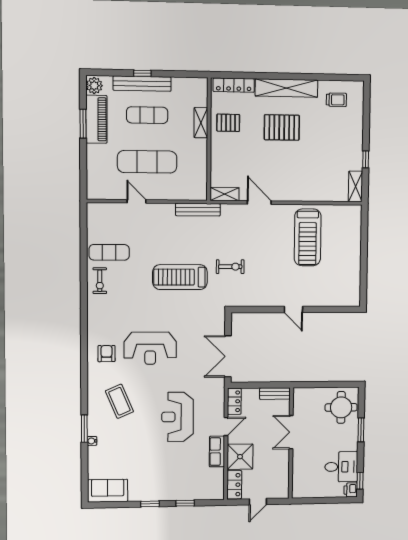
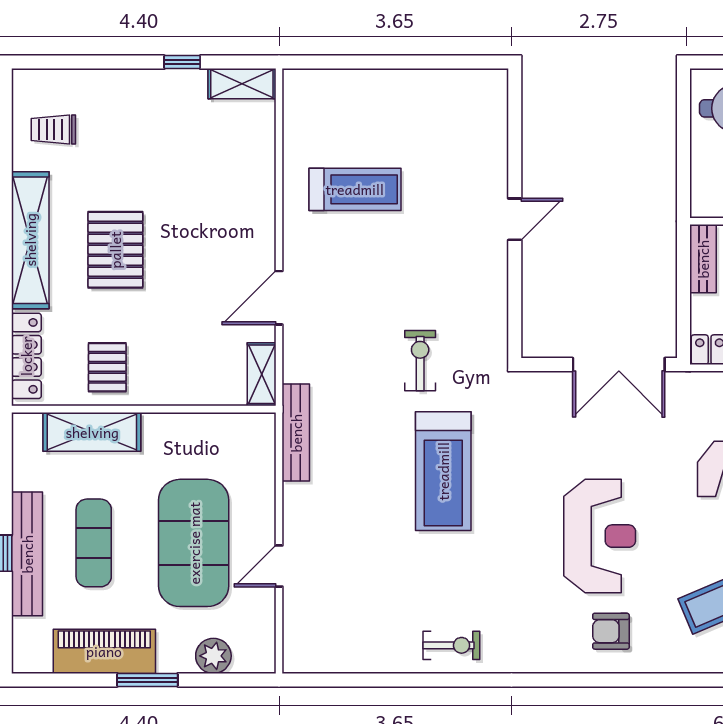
plant: (94, 86) -> (213, 656), moved
trolley: (336, 100) -> (53, 129), turned -90
shelving: (201, 123) -> (92, 432), width x1.50, depth x1.33
window: (83, 124) -> (147, 680), moved
exercise mat: (147, 162) -> (194, 543), width x1.47
treadmill: (308, 237) -> (355, 189), width x0.73, depth x0.73
exercise mat: (109, 252) -> (390, 625), removed

